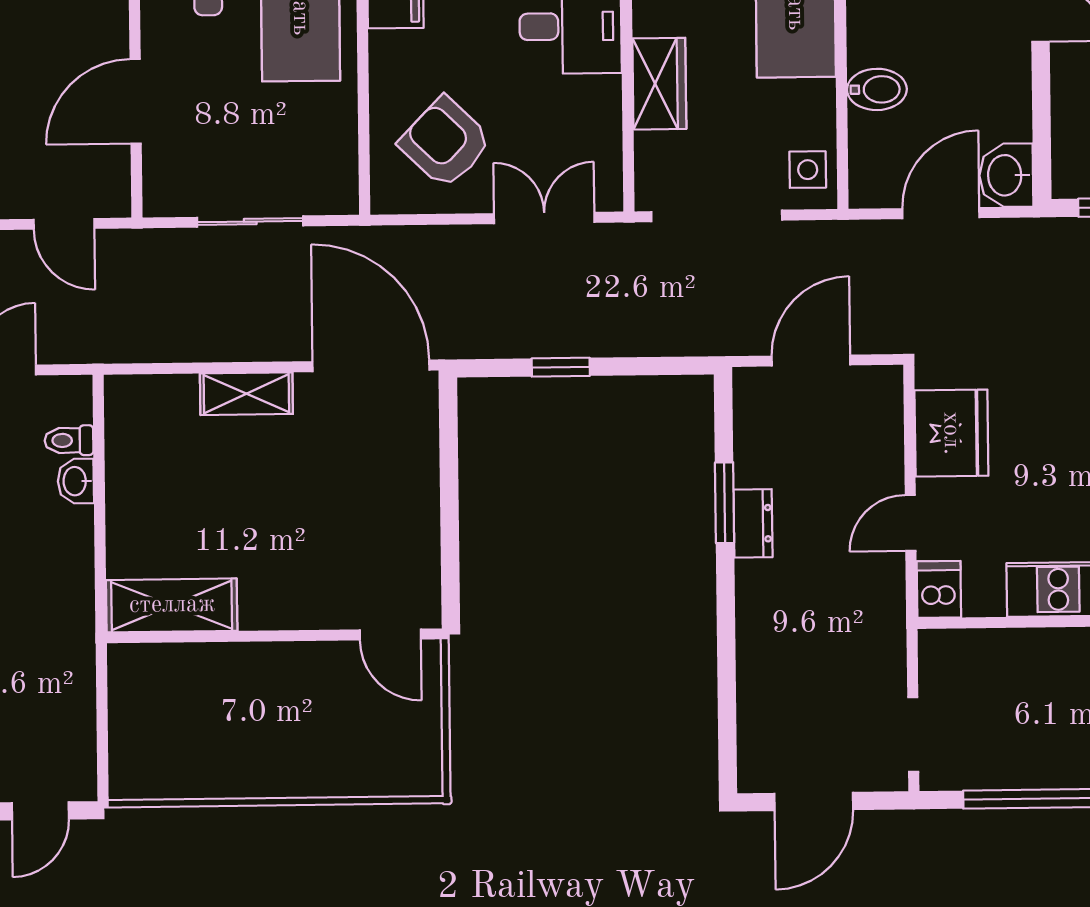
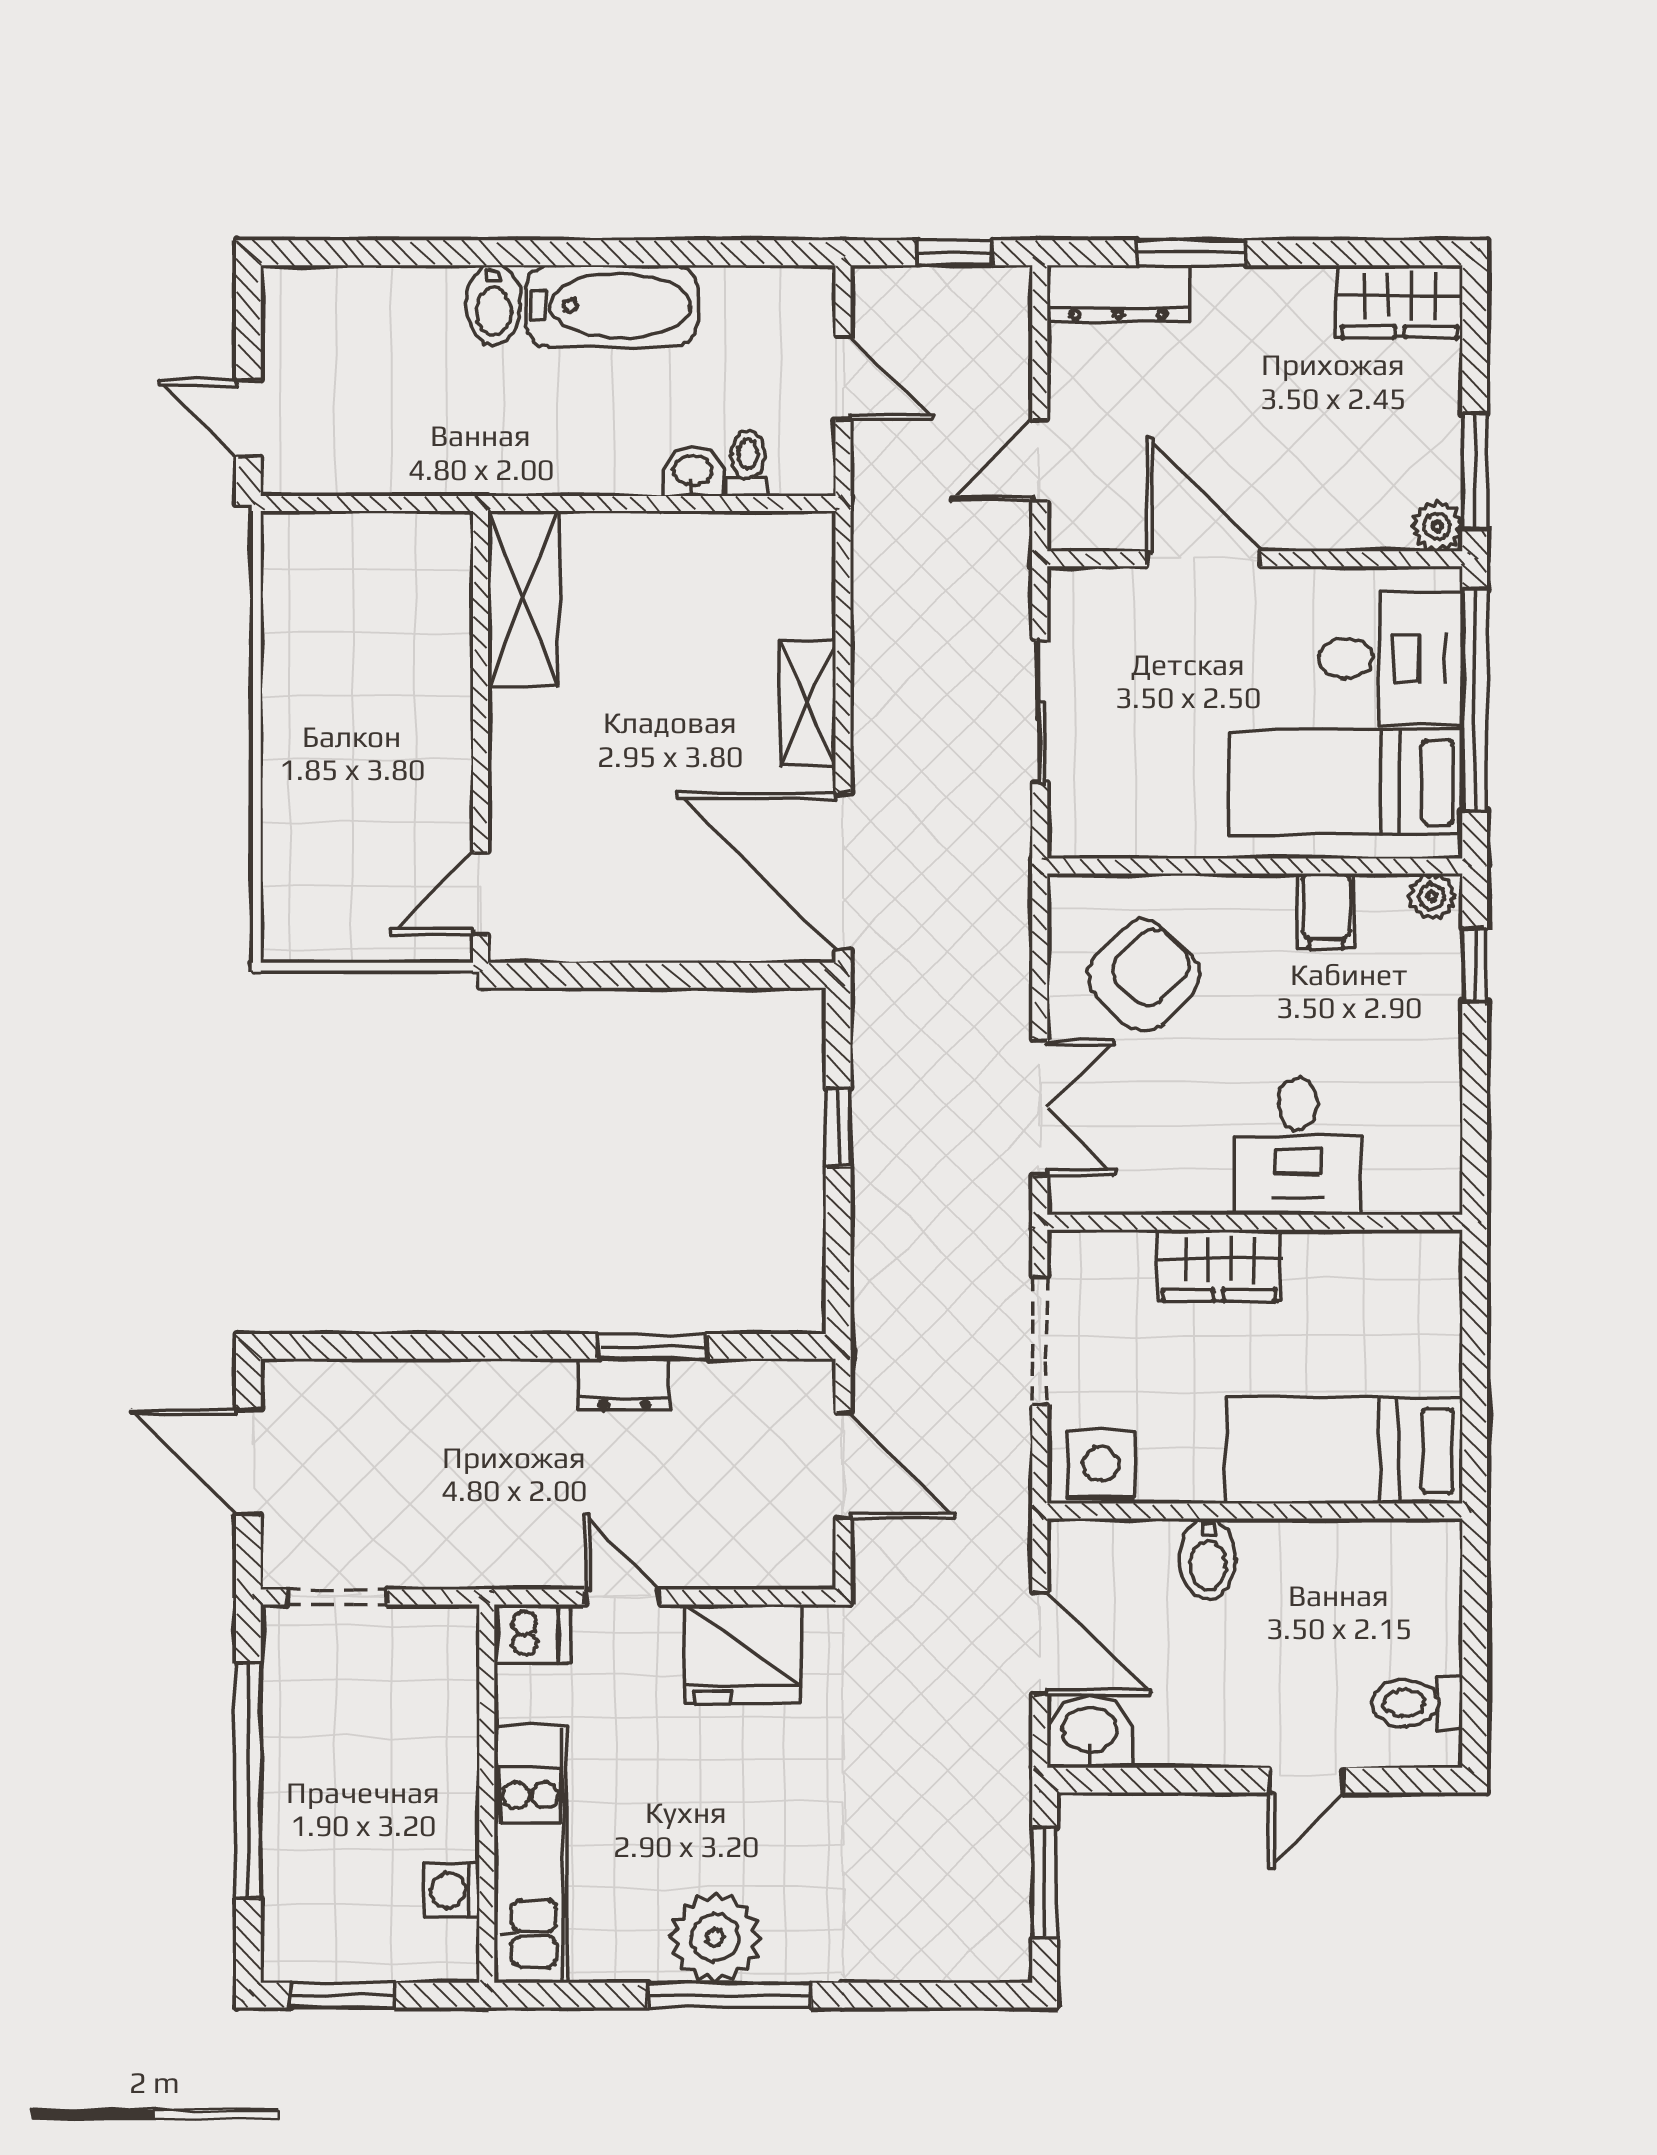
side table: (808, 170) -> (1101, 1464), width x1.37, depth x1.37
doorway: (717, 216) -> (1040, 1341), width x0.73
door: (371, 366) -> (843, 872), swing flipped

